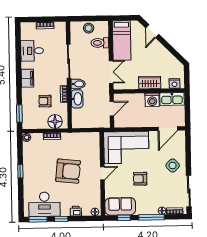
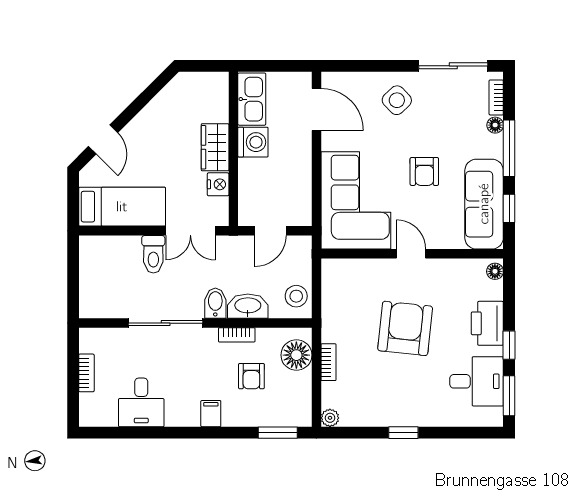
stool: (89, 28) -> (296, 296), moved
door: (152, 31) -> (103, 139), hinge flipped
toilet: (100, 43) -> (153, 254), moved
double door: (111, 72) -> (190, 231), swing flipped
filing cabinet: (27, 78) -> (211, 414), width x0.50
nightstand: (175, 84) -> (218, 184), moved
door: (112, 109) -> (270, 231), swing flipped
desk: (44, 204) -> (477, 381), width x0.73
sofa: (120, 206) -> (484, 204), width x1.36
printer: (76, 211) -> (487, 323), width x1.87, depth x1.48

